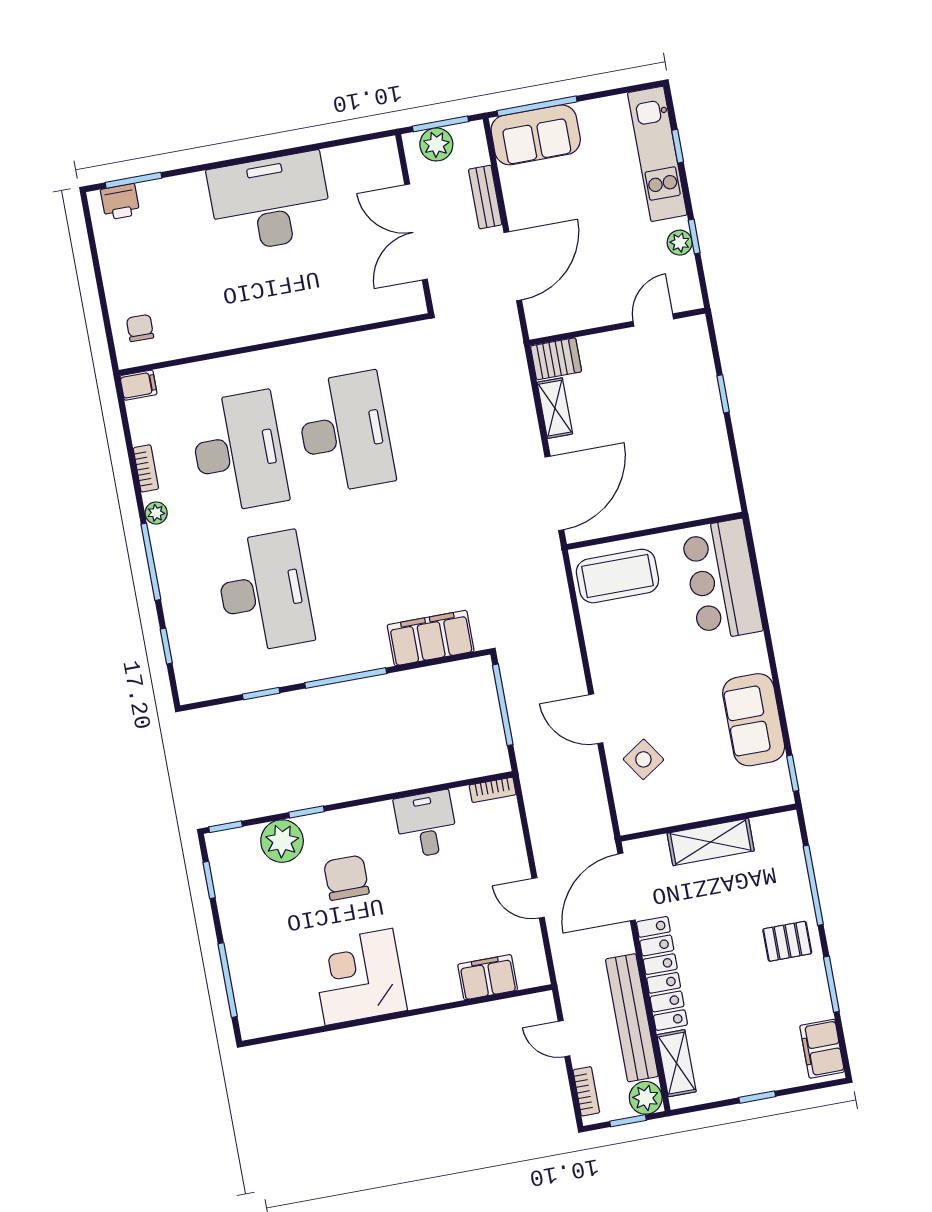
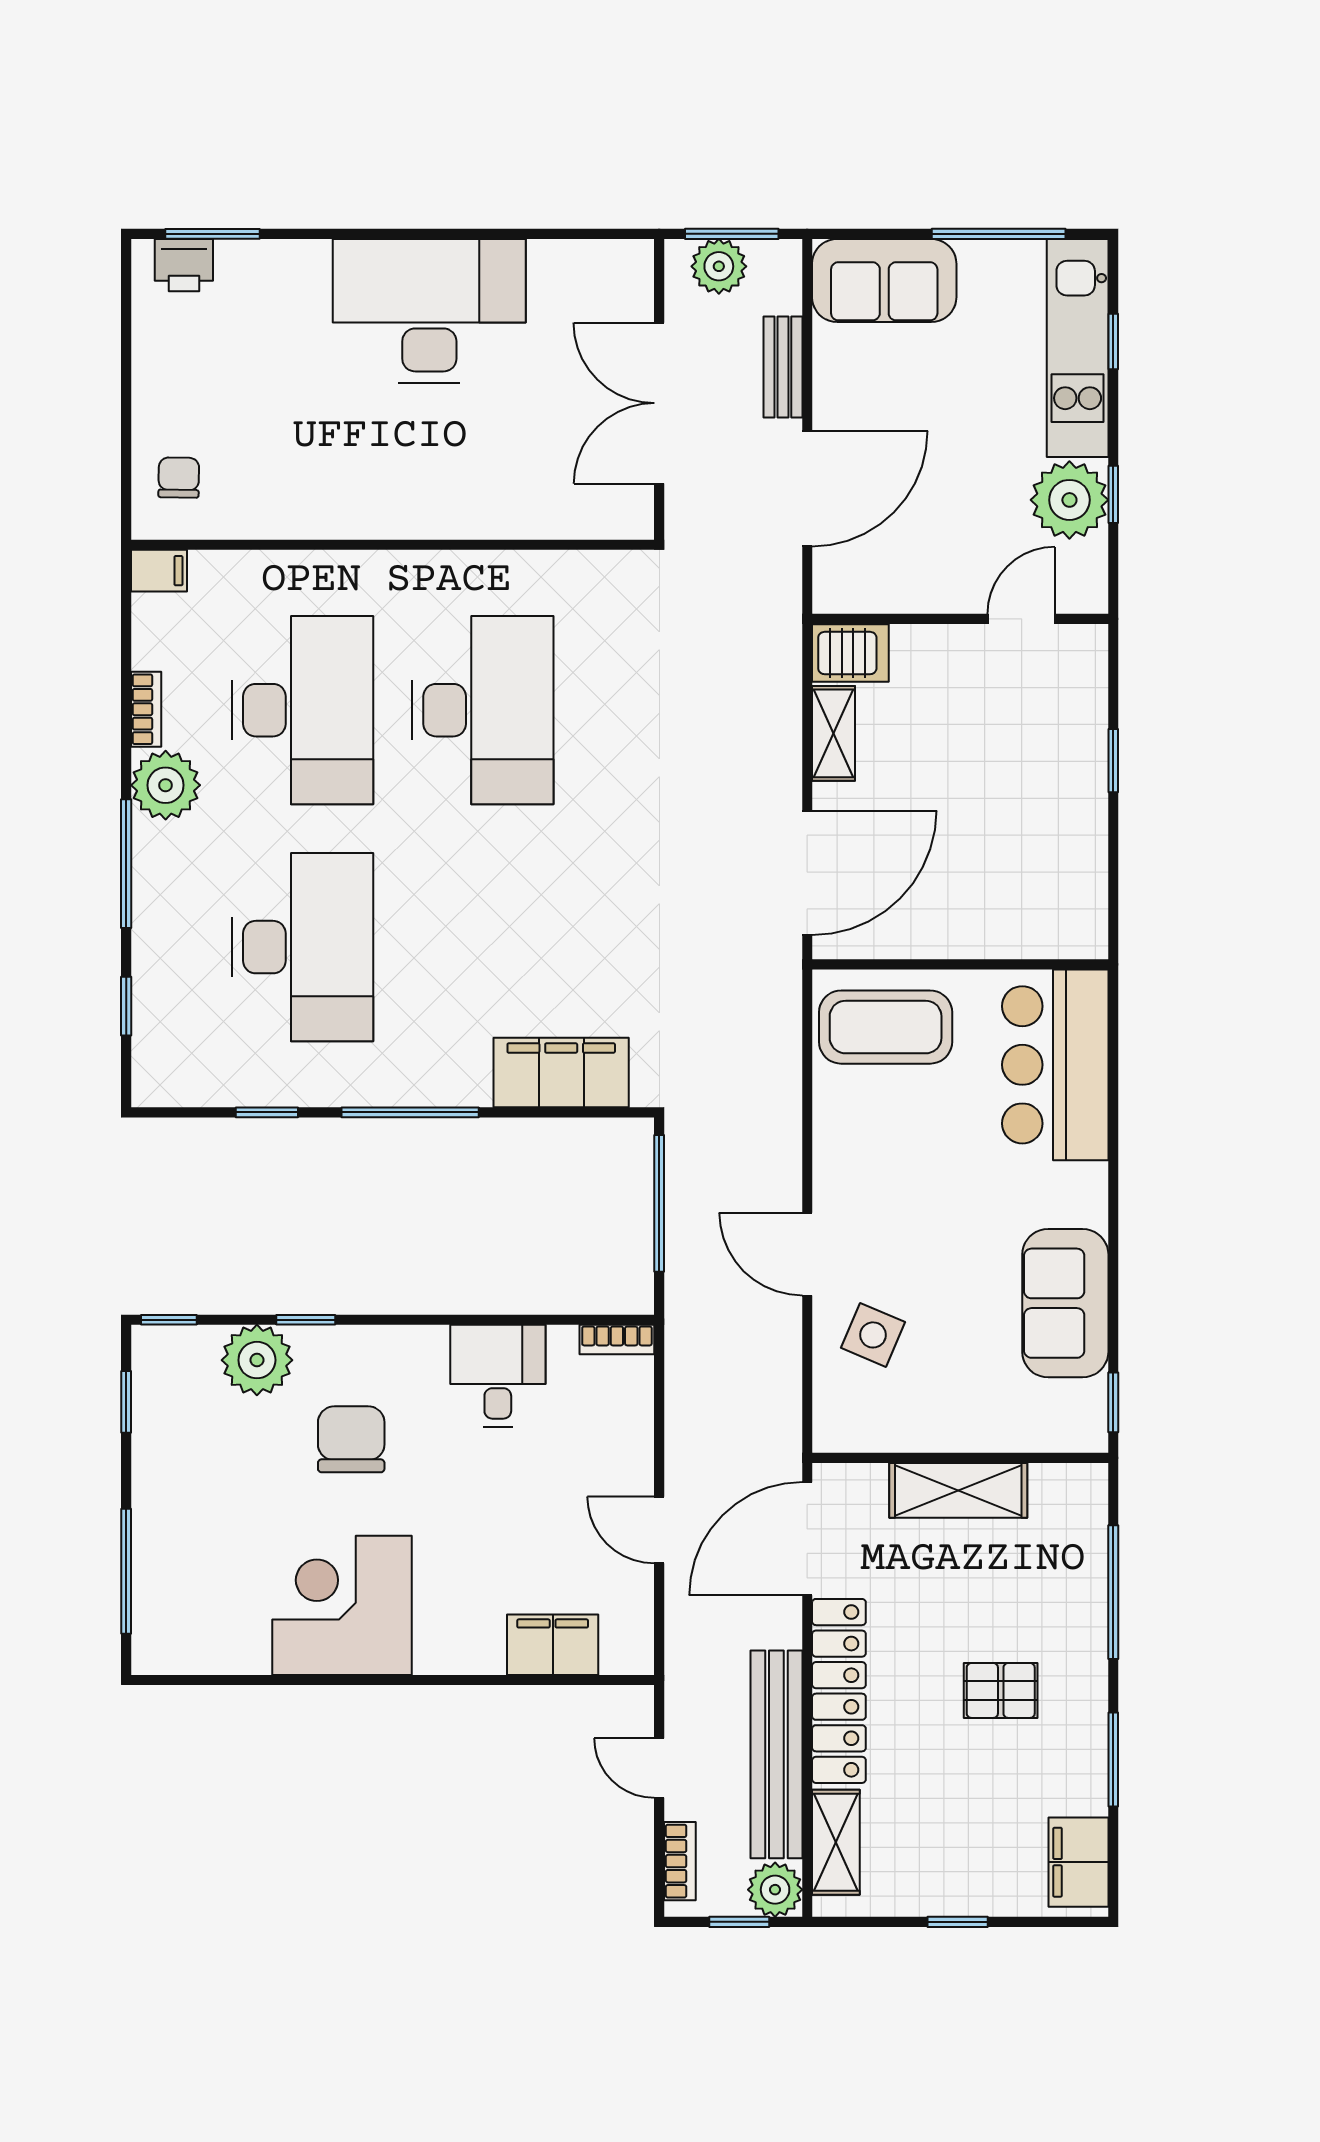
window: (537, 106) -> (999, 234), moved
plant: (680, 243) -> (1069, 500), width x1.88, depth x1.88
plant: (156, 513) -> (166, 785), width x1.87, depth x1.87
side table: (643, 759) -> (873, 1335), turned -33
pallet: (787, 941) -> (1001, 1690), moved

